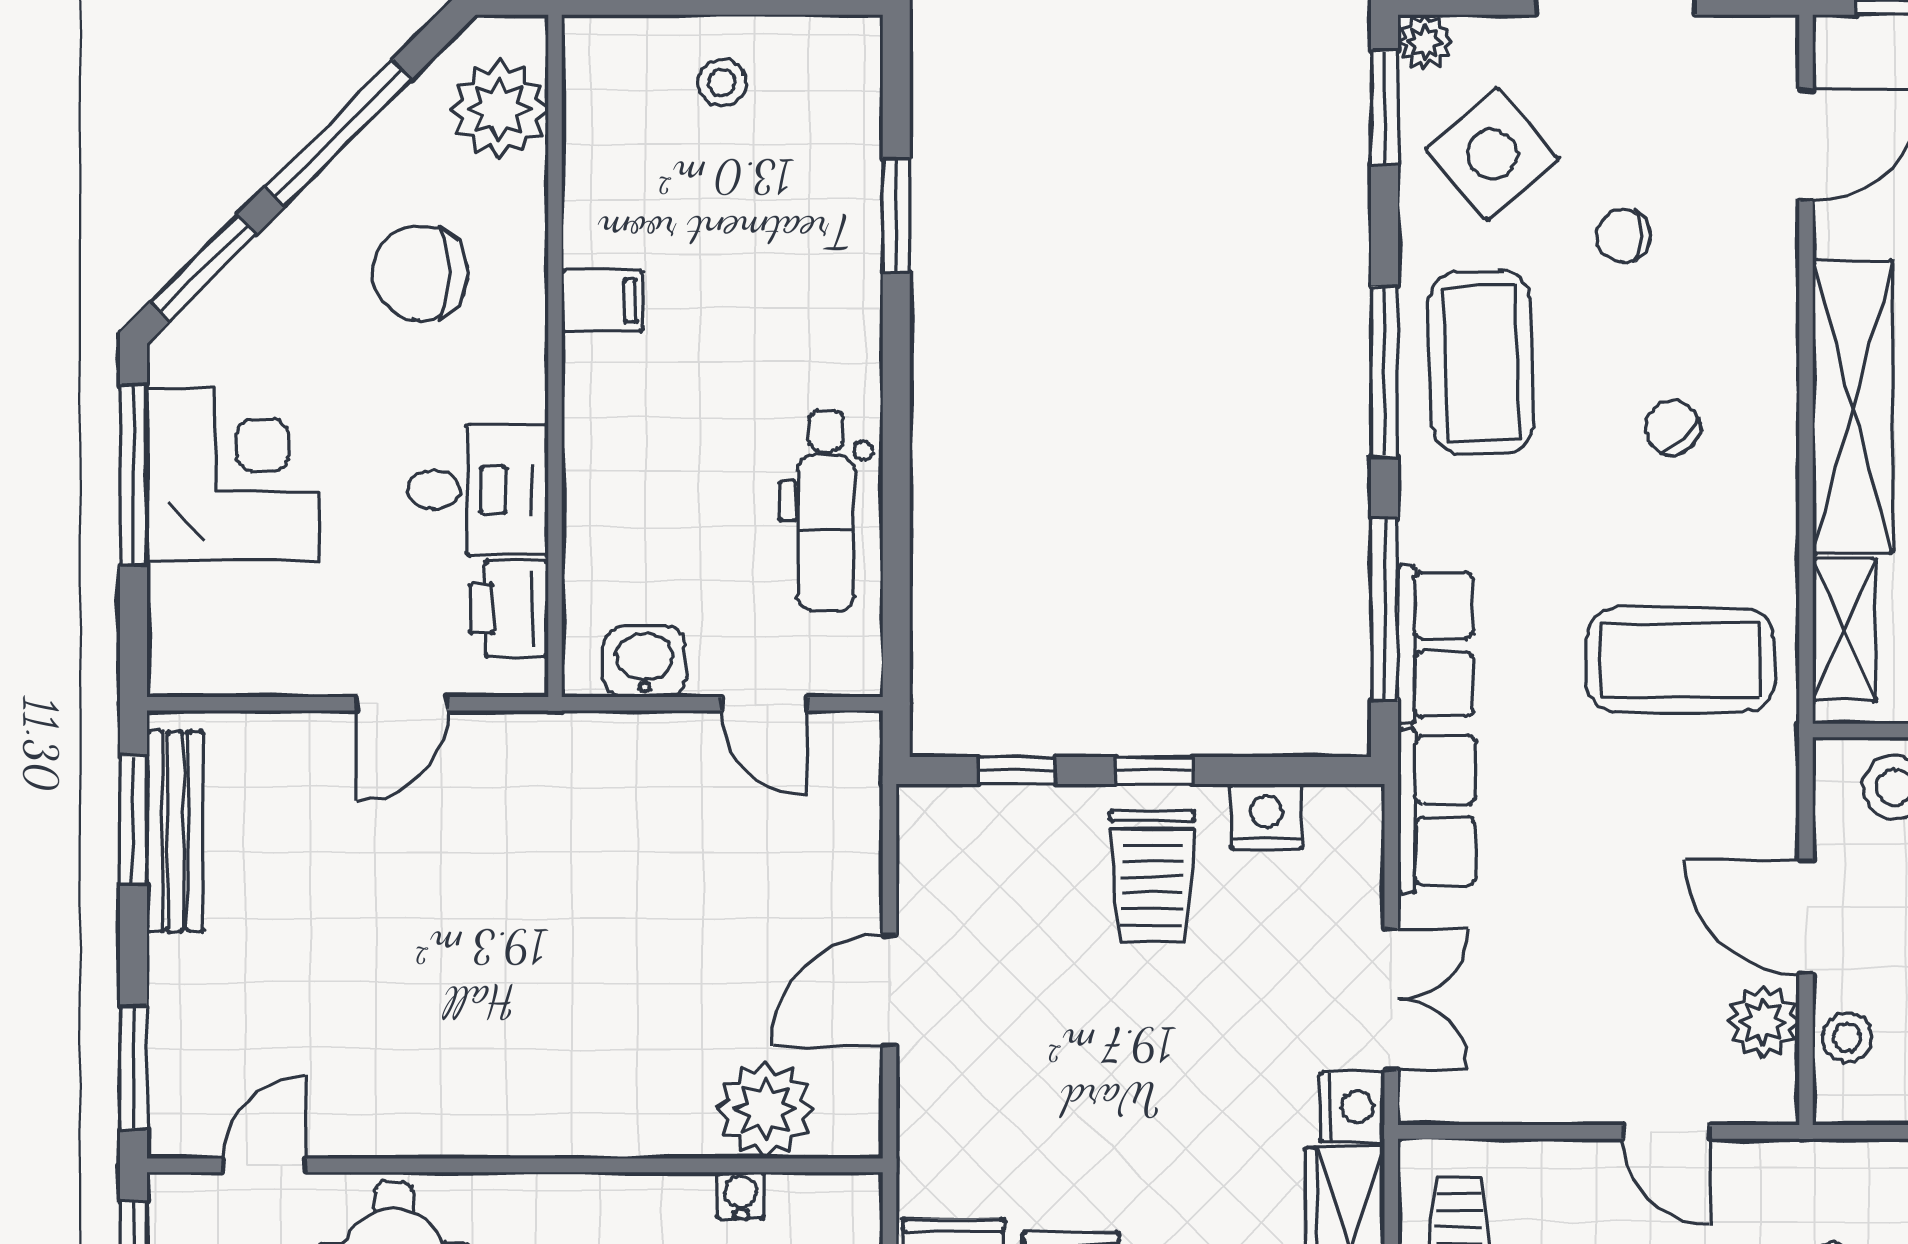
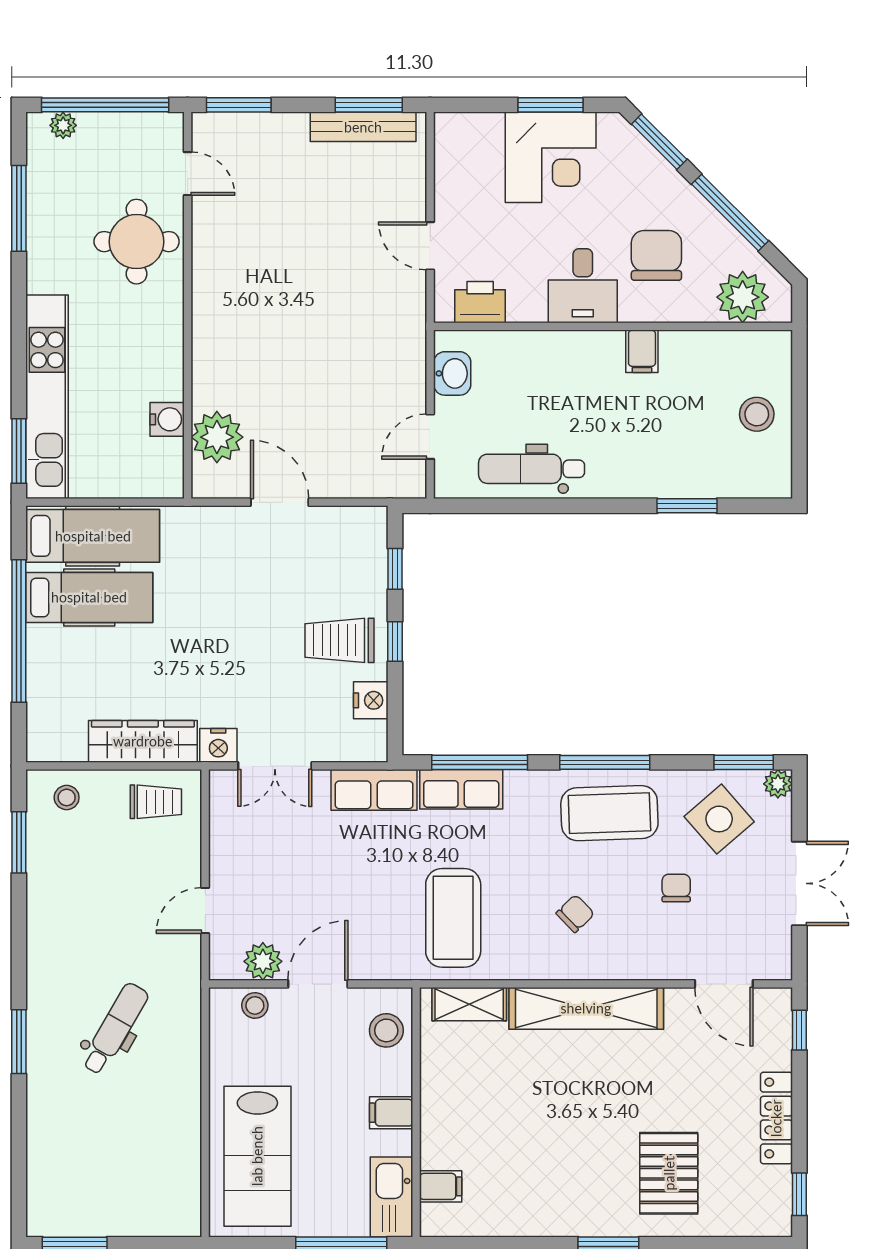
stool: (722, 82) -> (757, 414), width x1.37, depth x1.37
window: (133, 475) -> (550, 105), width x0.69
desk: (478, 490) -> (583, 286), moved
water cooler: (741, 1195) -> (167, 419), width x1.38, depth x1.38

